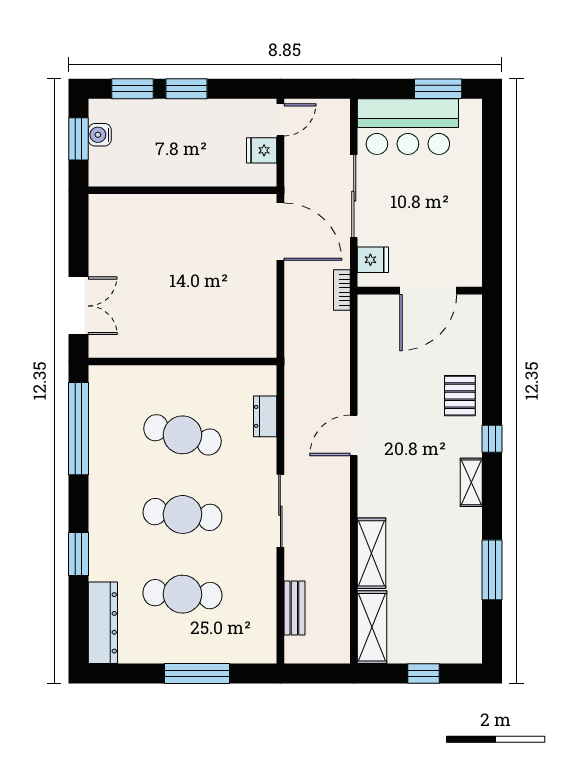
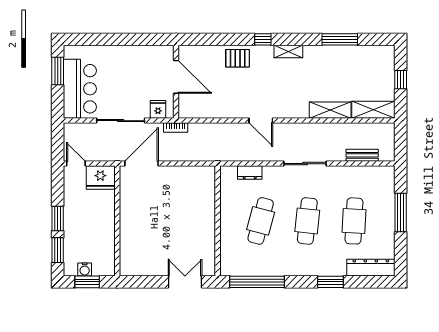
fridge: (262, 150) -> (100, 178), width x1.88, depth x1.34

